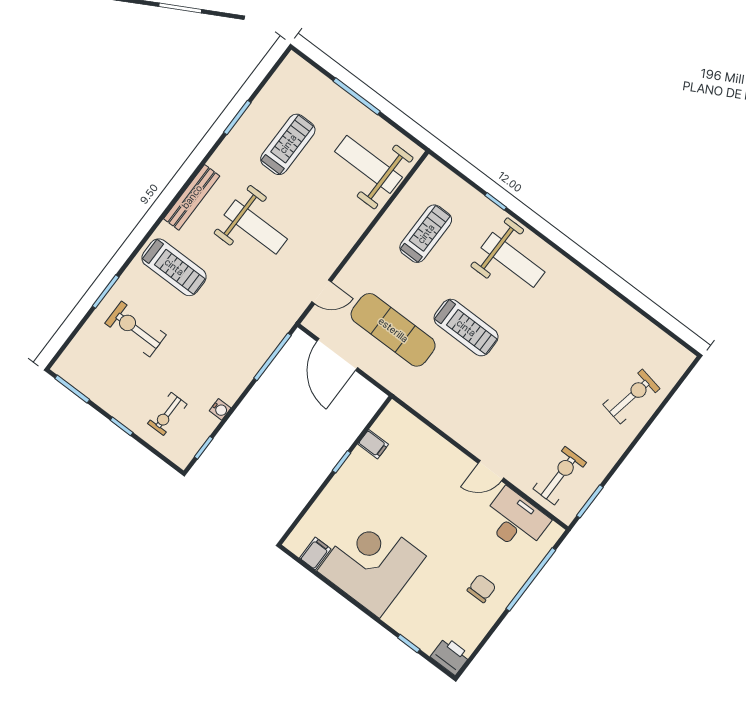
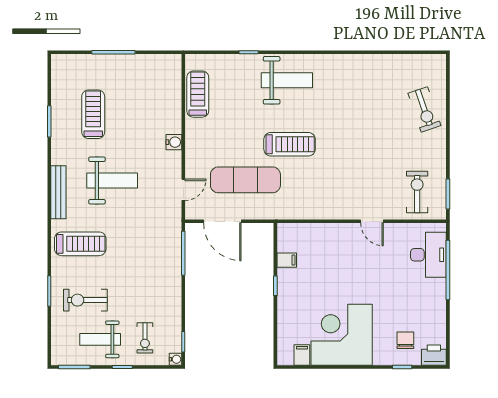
weight bench: (368, 164) -> (100, 339), moved, width x0.73, depth x0.75
treadmill: (426, 234) -> (198, 94), moved
water cooler: (349, 235) -> (174, 142), added
exercise bike: (631, 396) -> (424, 109), turned 150
water cooler: (220, 409) -> (176, 359), moved
door: (491, 471) -> (372, 221), hinge flipped
desk: (515, 521) -> (428, 255), moved, turned 90
chair: (482, 588) -> (405, 340), moved

